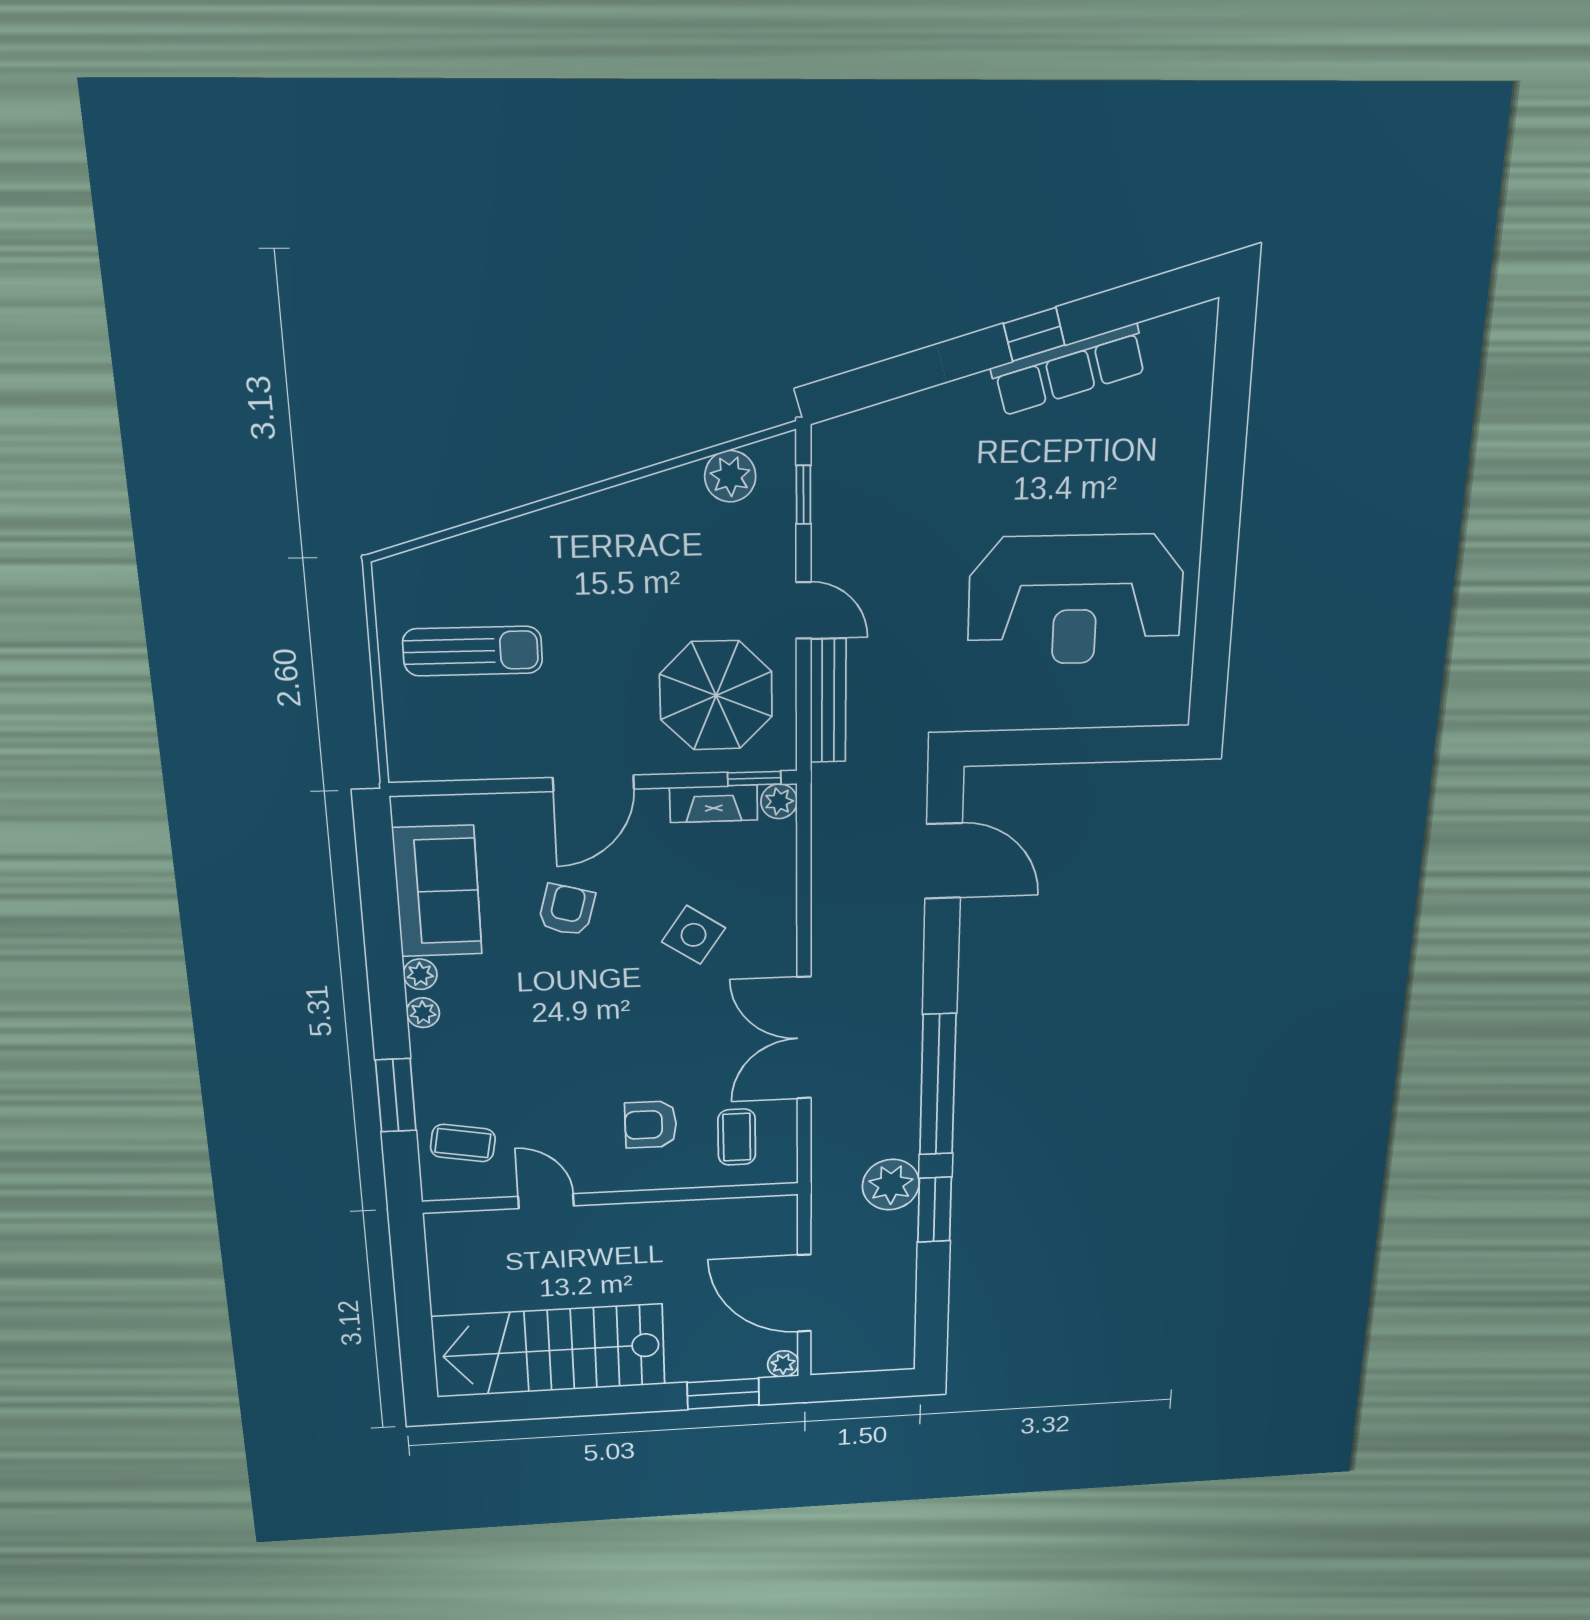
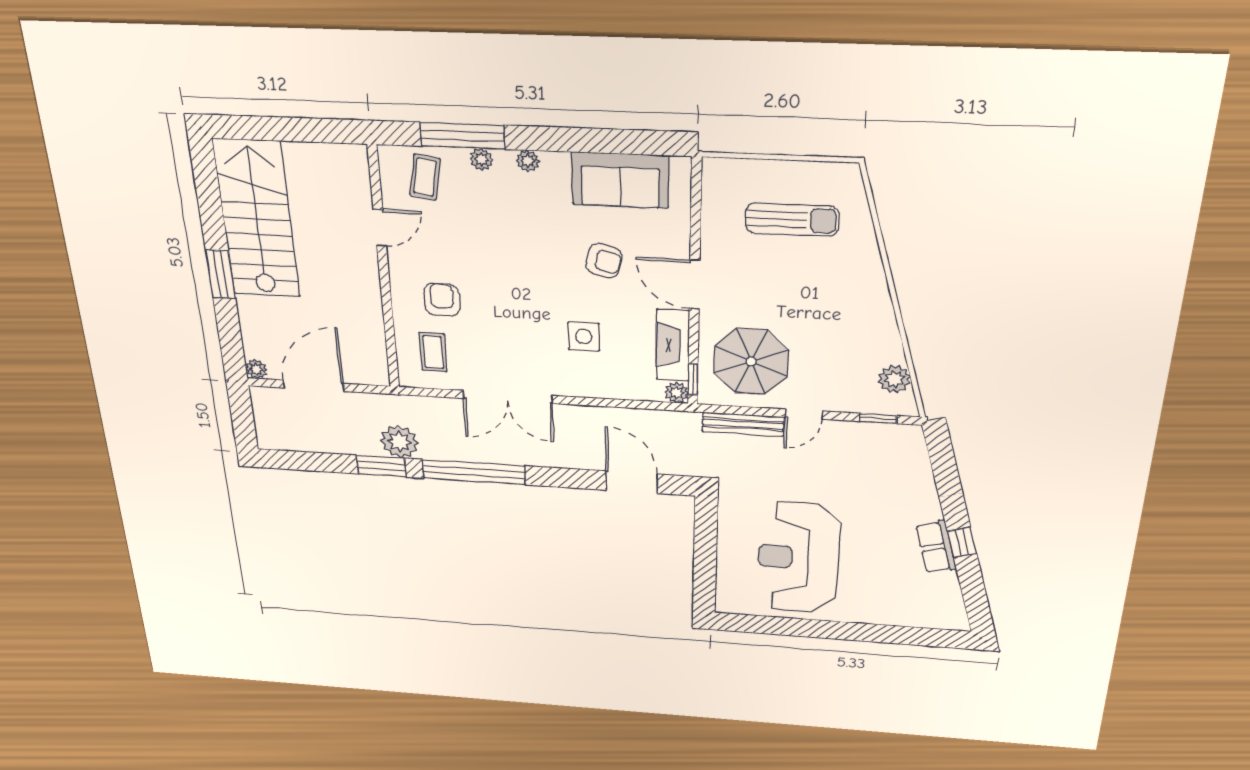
row of seats: (1069, 370) -> (936, 547), width x0.68
sun lounger: (473, 651) -> (792, 220), turned -90
fireplace: (714, 804) -> (673, 345), width x1.37, depth x1.32
door: (944, 861) -> (632, 482), swing flipped
side table: (694, 935) -> (584, 336), turned -34
plant: (420, 974) -> (481, 159), moved
double door: (804, 1038) -> (508, 397), swing flipped
window: (396, 1095) -> (462, 136), width x1.44
coffee table: (737, 1137) -> (433, 352), turned 90
window: (723, 1394) -> (221, 274), moved

